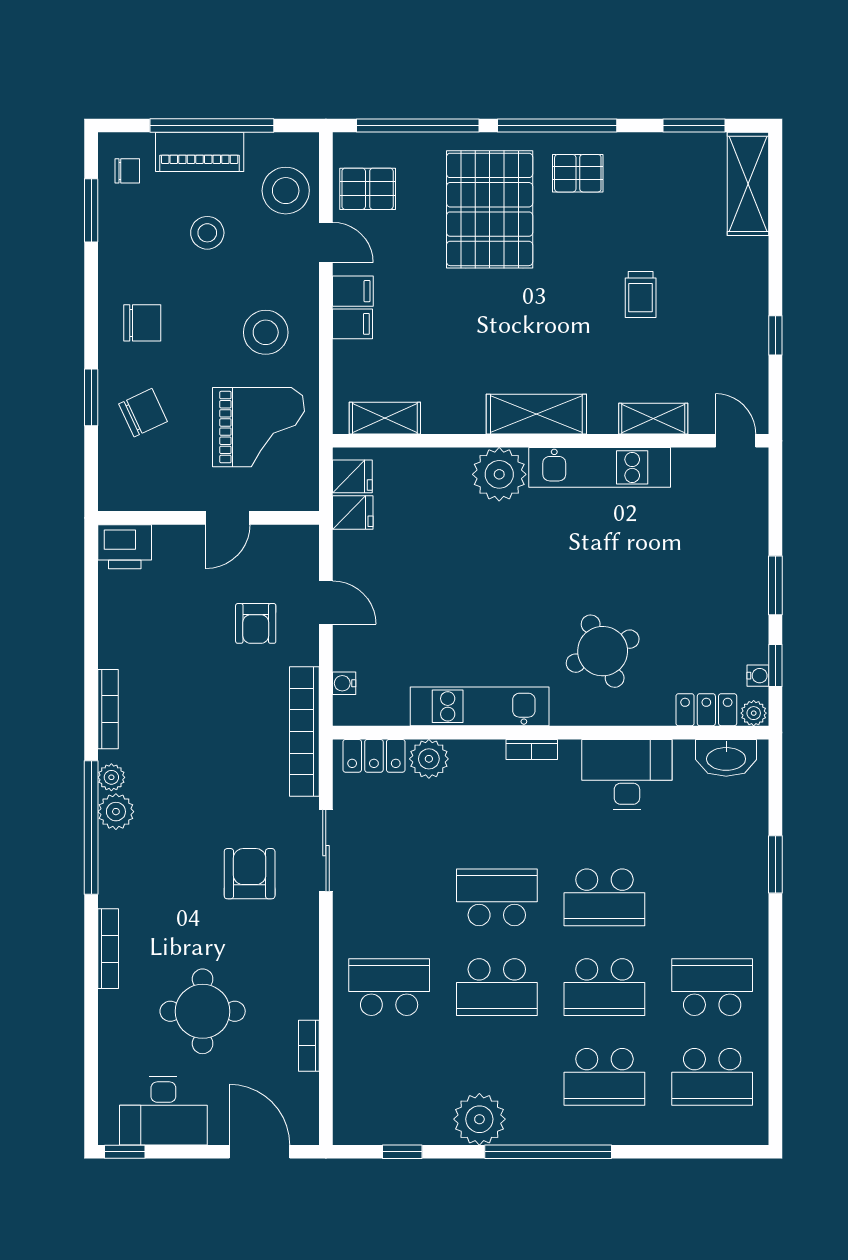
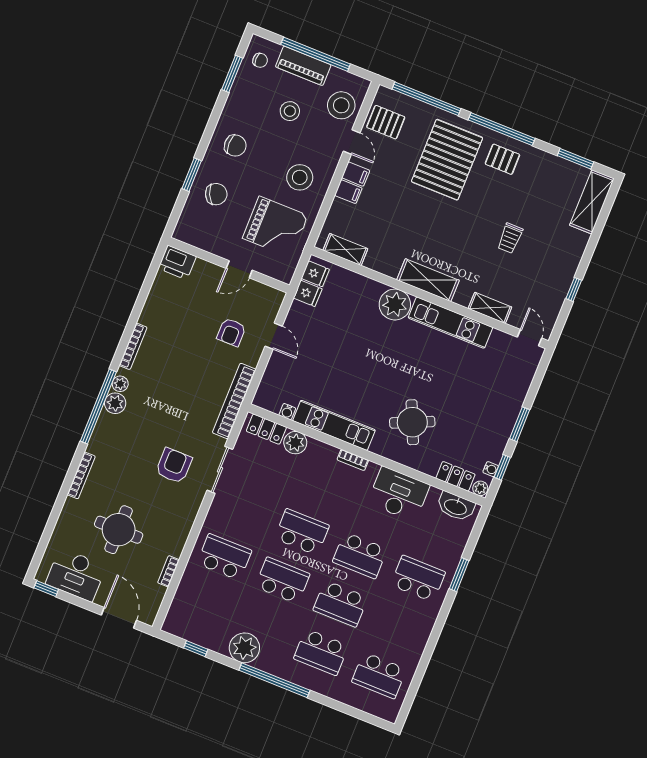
water cooler: (344, 683) -> (287, 412), moved, turned -90
school desk: (497, 987) -> (282, 580), turned 180
school desk: (712, 987) -> (418, 579), moved

